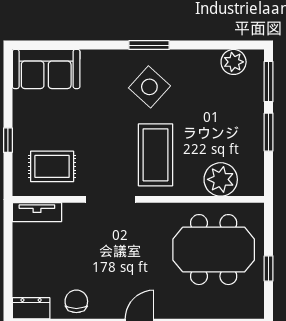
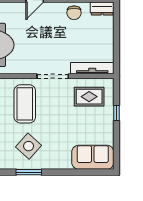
tv unit: (37, 212) -> (92, 68), width x1.41

